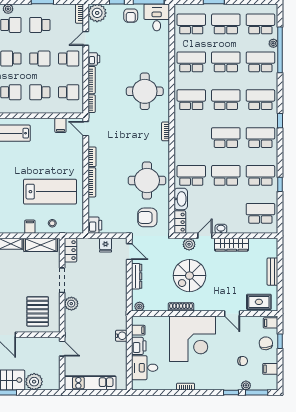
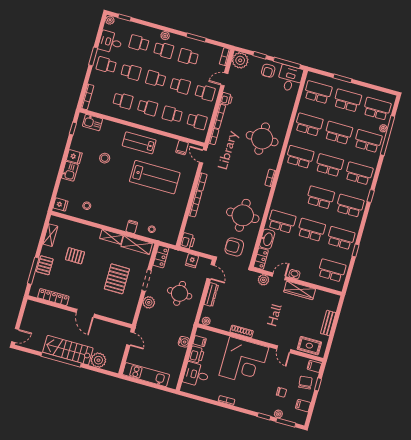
lab bench: (50, 192) -> (155, 177), moved
spiral stairs: (189, 276) -> (256, 307), removed
round table: (102, 284) -> (180, 293), added
pallet: (38, 311) -> (117, 279), moved

